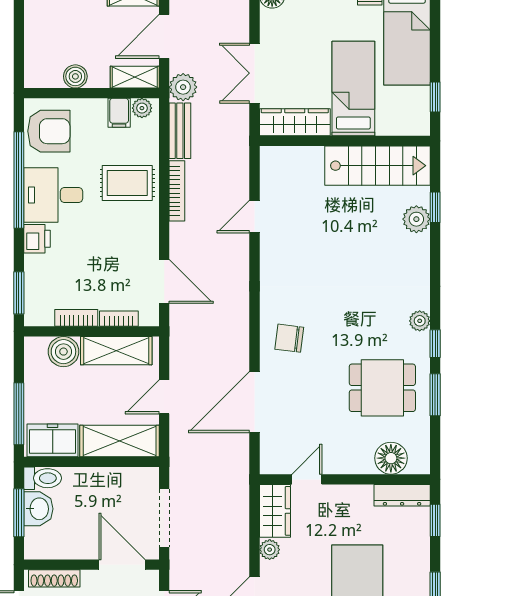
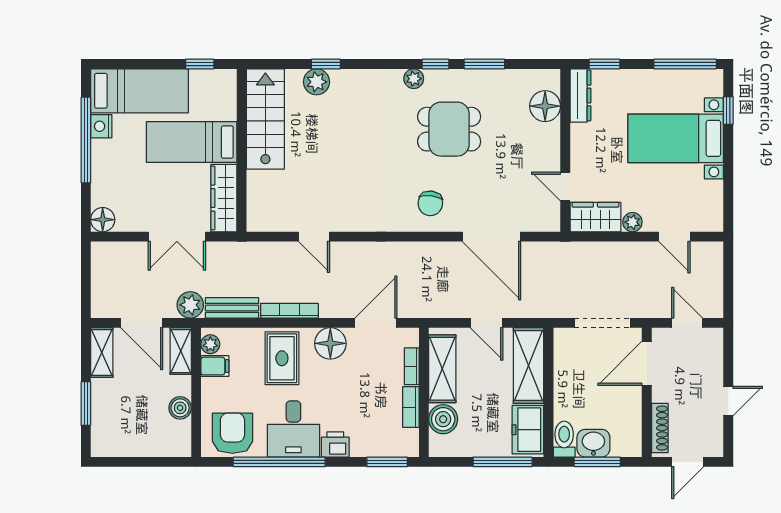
window: (435, 207) -> (326, 64), moved
floor lamp: (143, 234) -> (330, 343), added
dining table: (382, 388) -> (449, 129), moved, turned 90

